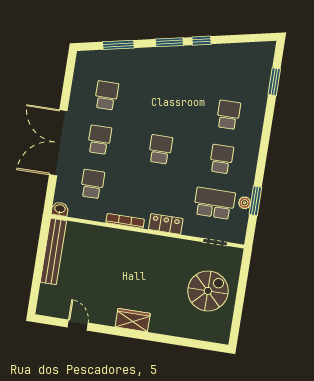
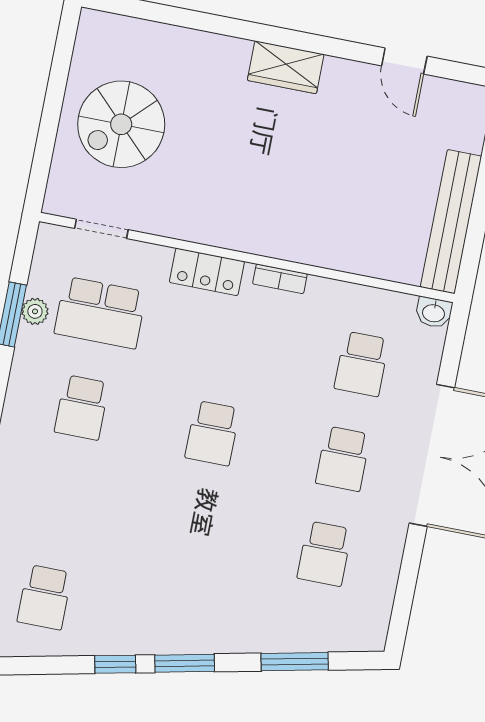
school desk: (228, 115) -> (44, 597), moved
bookcase: (125, 221) -> (280, 279), width x0.64

